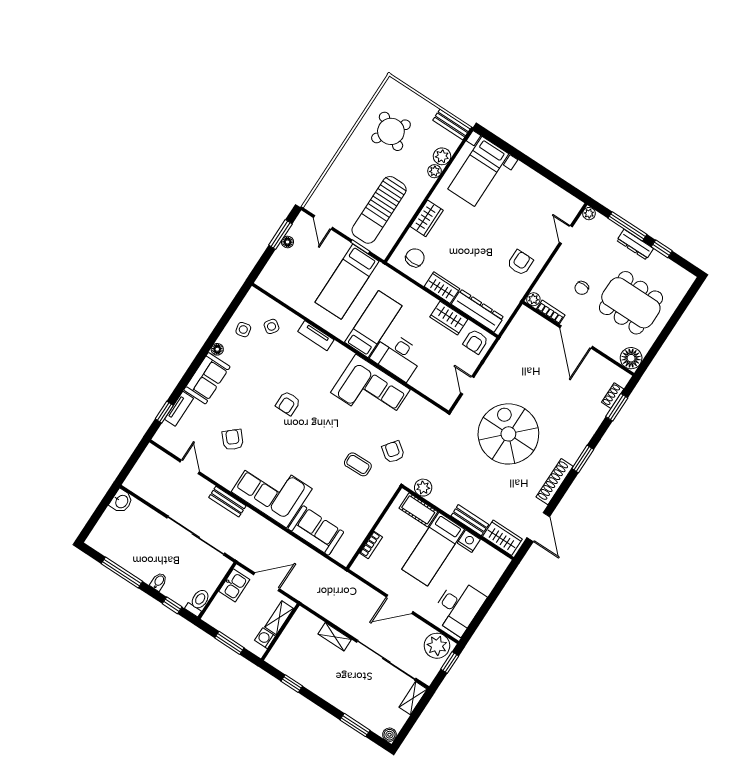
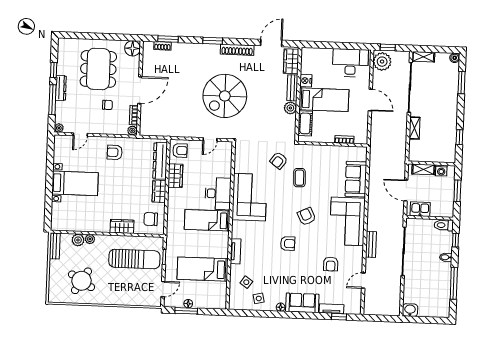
bed with nightstands: (478, 171) -> (75, 183), moved
bed: (347, 282) -> (203, 269), moved, turned 180
armchair: (233, 440) -> (331, 264), turned -49
armchair: (307, 445) -> (307, 216), added
plant: (423, 488) -> (290, 108), moved

